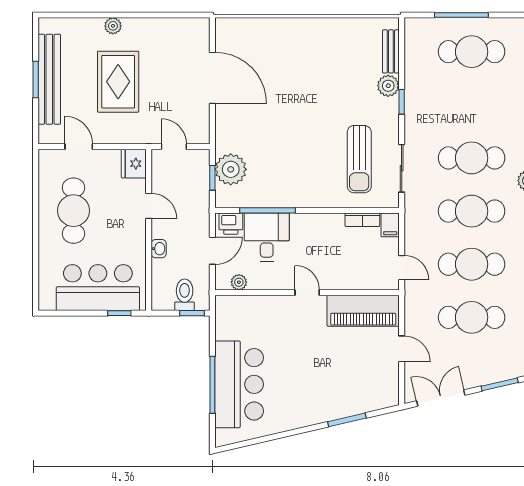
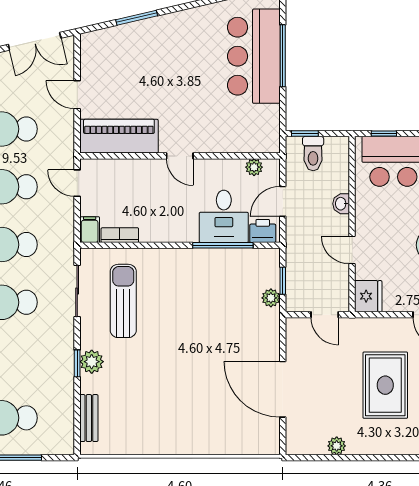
plant: (113, 26) -> (337, 446), moved
plant: (388, 86) -> (92, 362), moved
plant: (231, 169) -> (271, 298), width x0.53, depth x0.53

